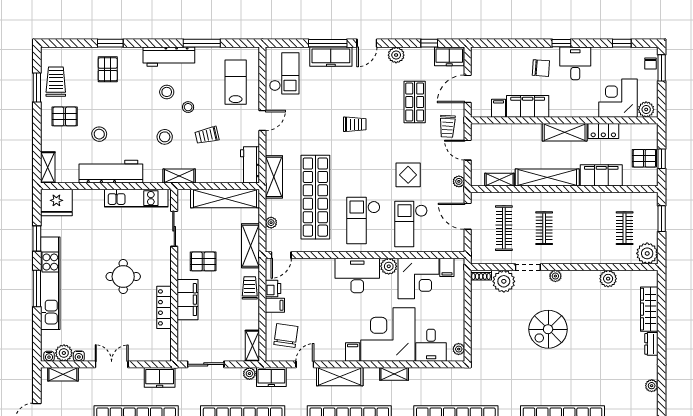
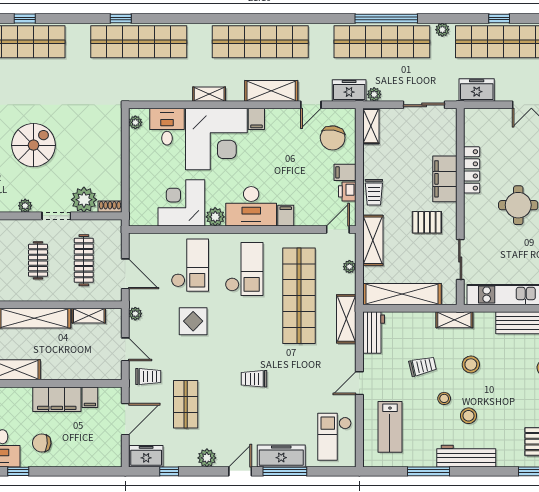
trolley: (447, 126) -> (148, 376), turned 87
filing cabinet: (447, 267) -> (286, 216), moved

